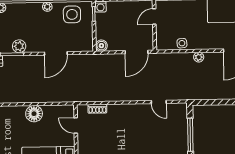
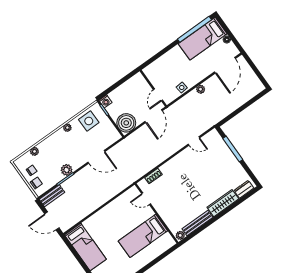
door: (154, 17) -> (158, 95), moved
boiler: (101, 46) -> (126, 123), width x1.86, depth x1.86
door: (56, 53) -> (96, 157), hinge flipped
floor lamp: (34, 114) -> (110, 211), removed

